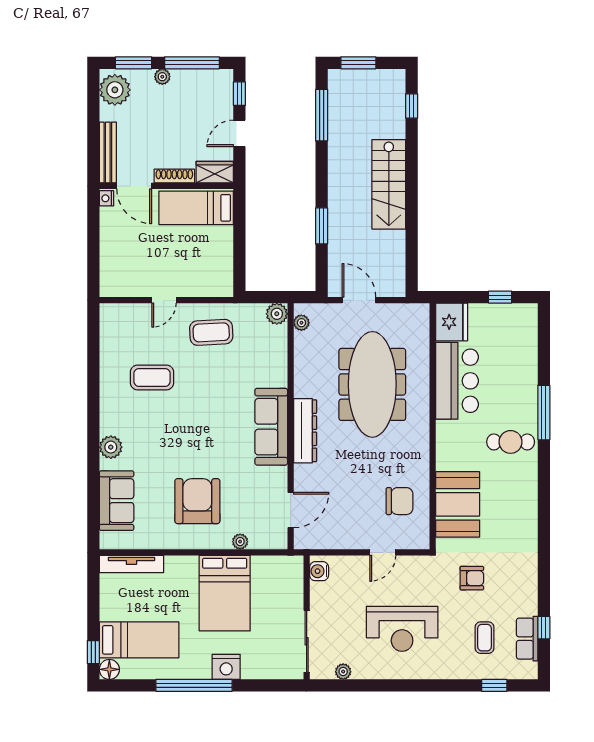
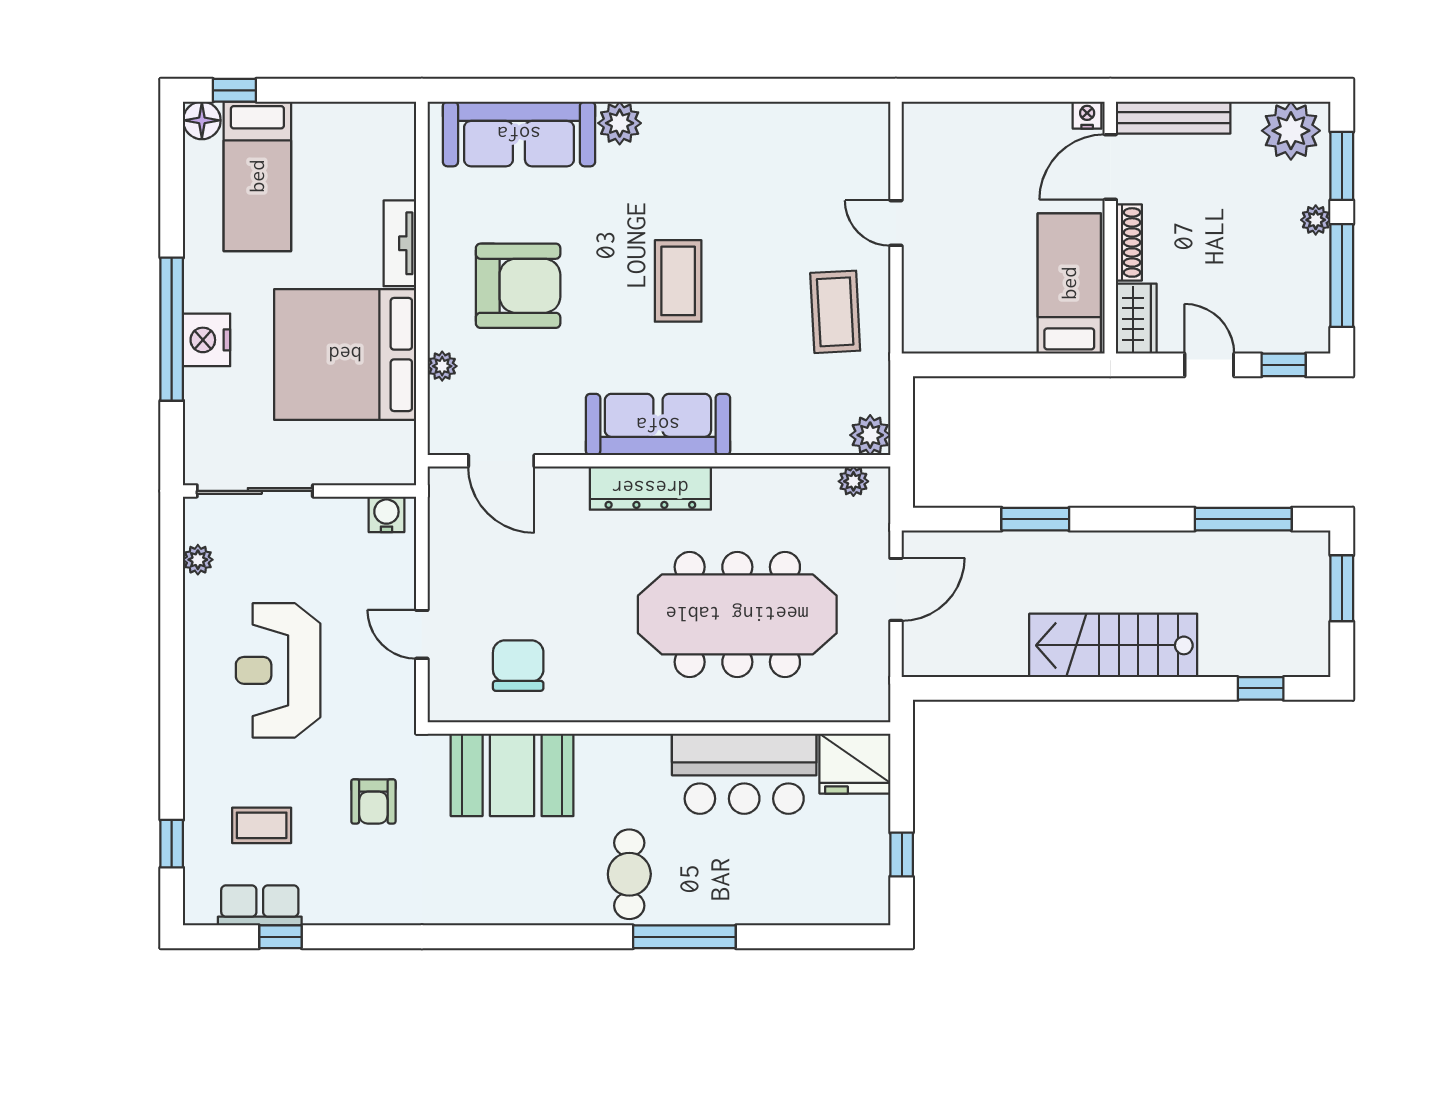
coffee table: (152, 377) -> (678, 281), moved
sofa: (117, 501) -> (519, 134), width x1.36
chair: (400, 501) -> (518, 666), turned 180
tv unit: (131, 564) -> (400, 243), moved, width x0.71
bed: (225, 593) -> (345, 354), width x1.36
window: (194, 685) -> (172, 329), moved

